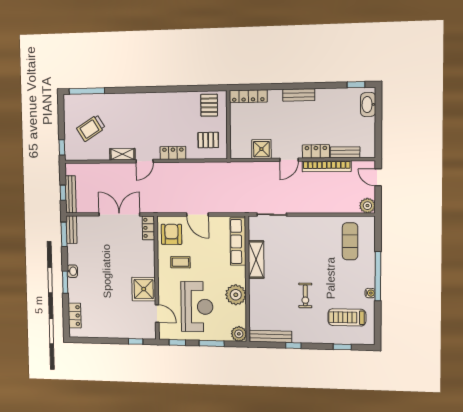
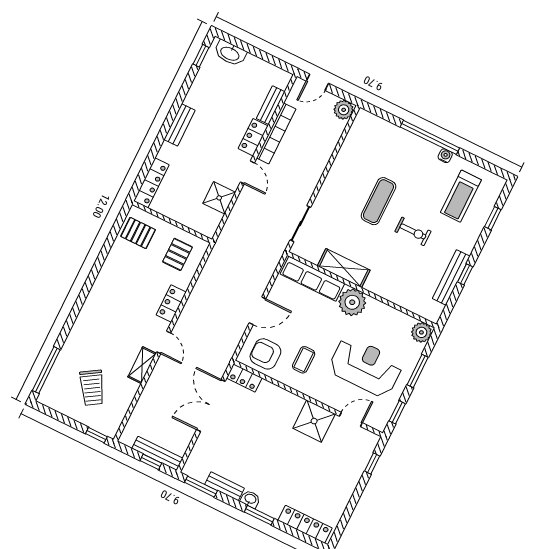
bench: (72, 230) -> (224, 486), moved
exercise mat: (350, 241) -> (378, 201), moved, turned 90
plant: (236, 295) -> (352, 302), moved
locker: (75, 315) -> (305, 524), width x1.53
bench: (271, 336) -> (451, 277), moved

